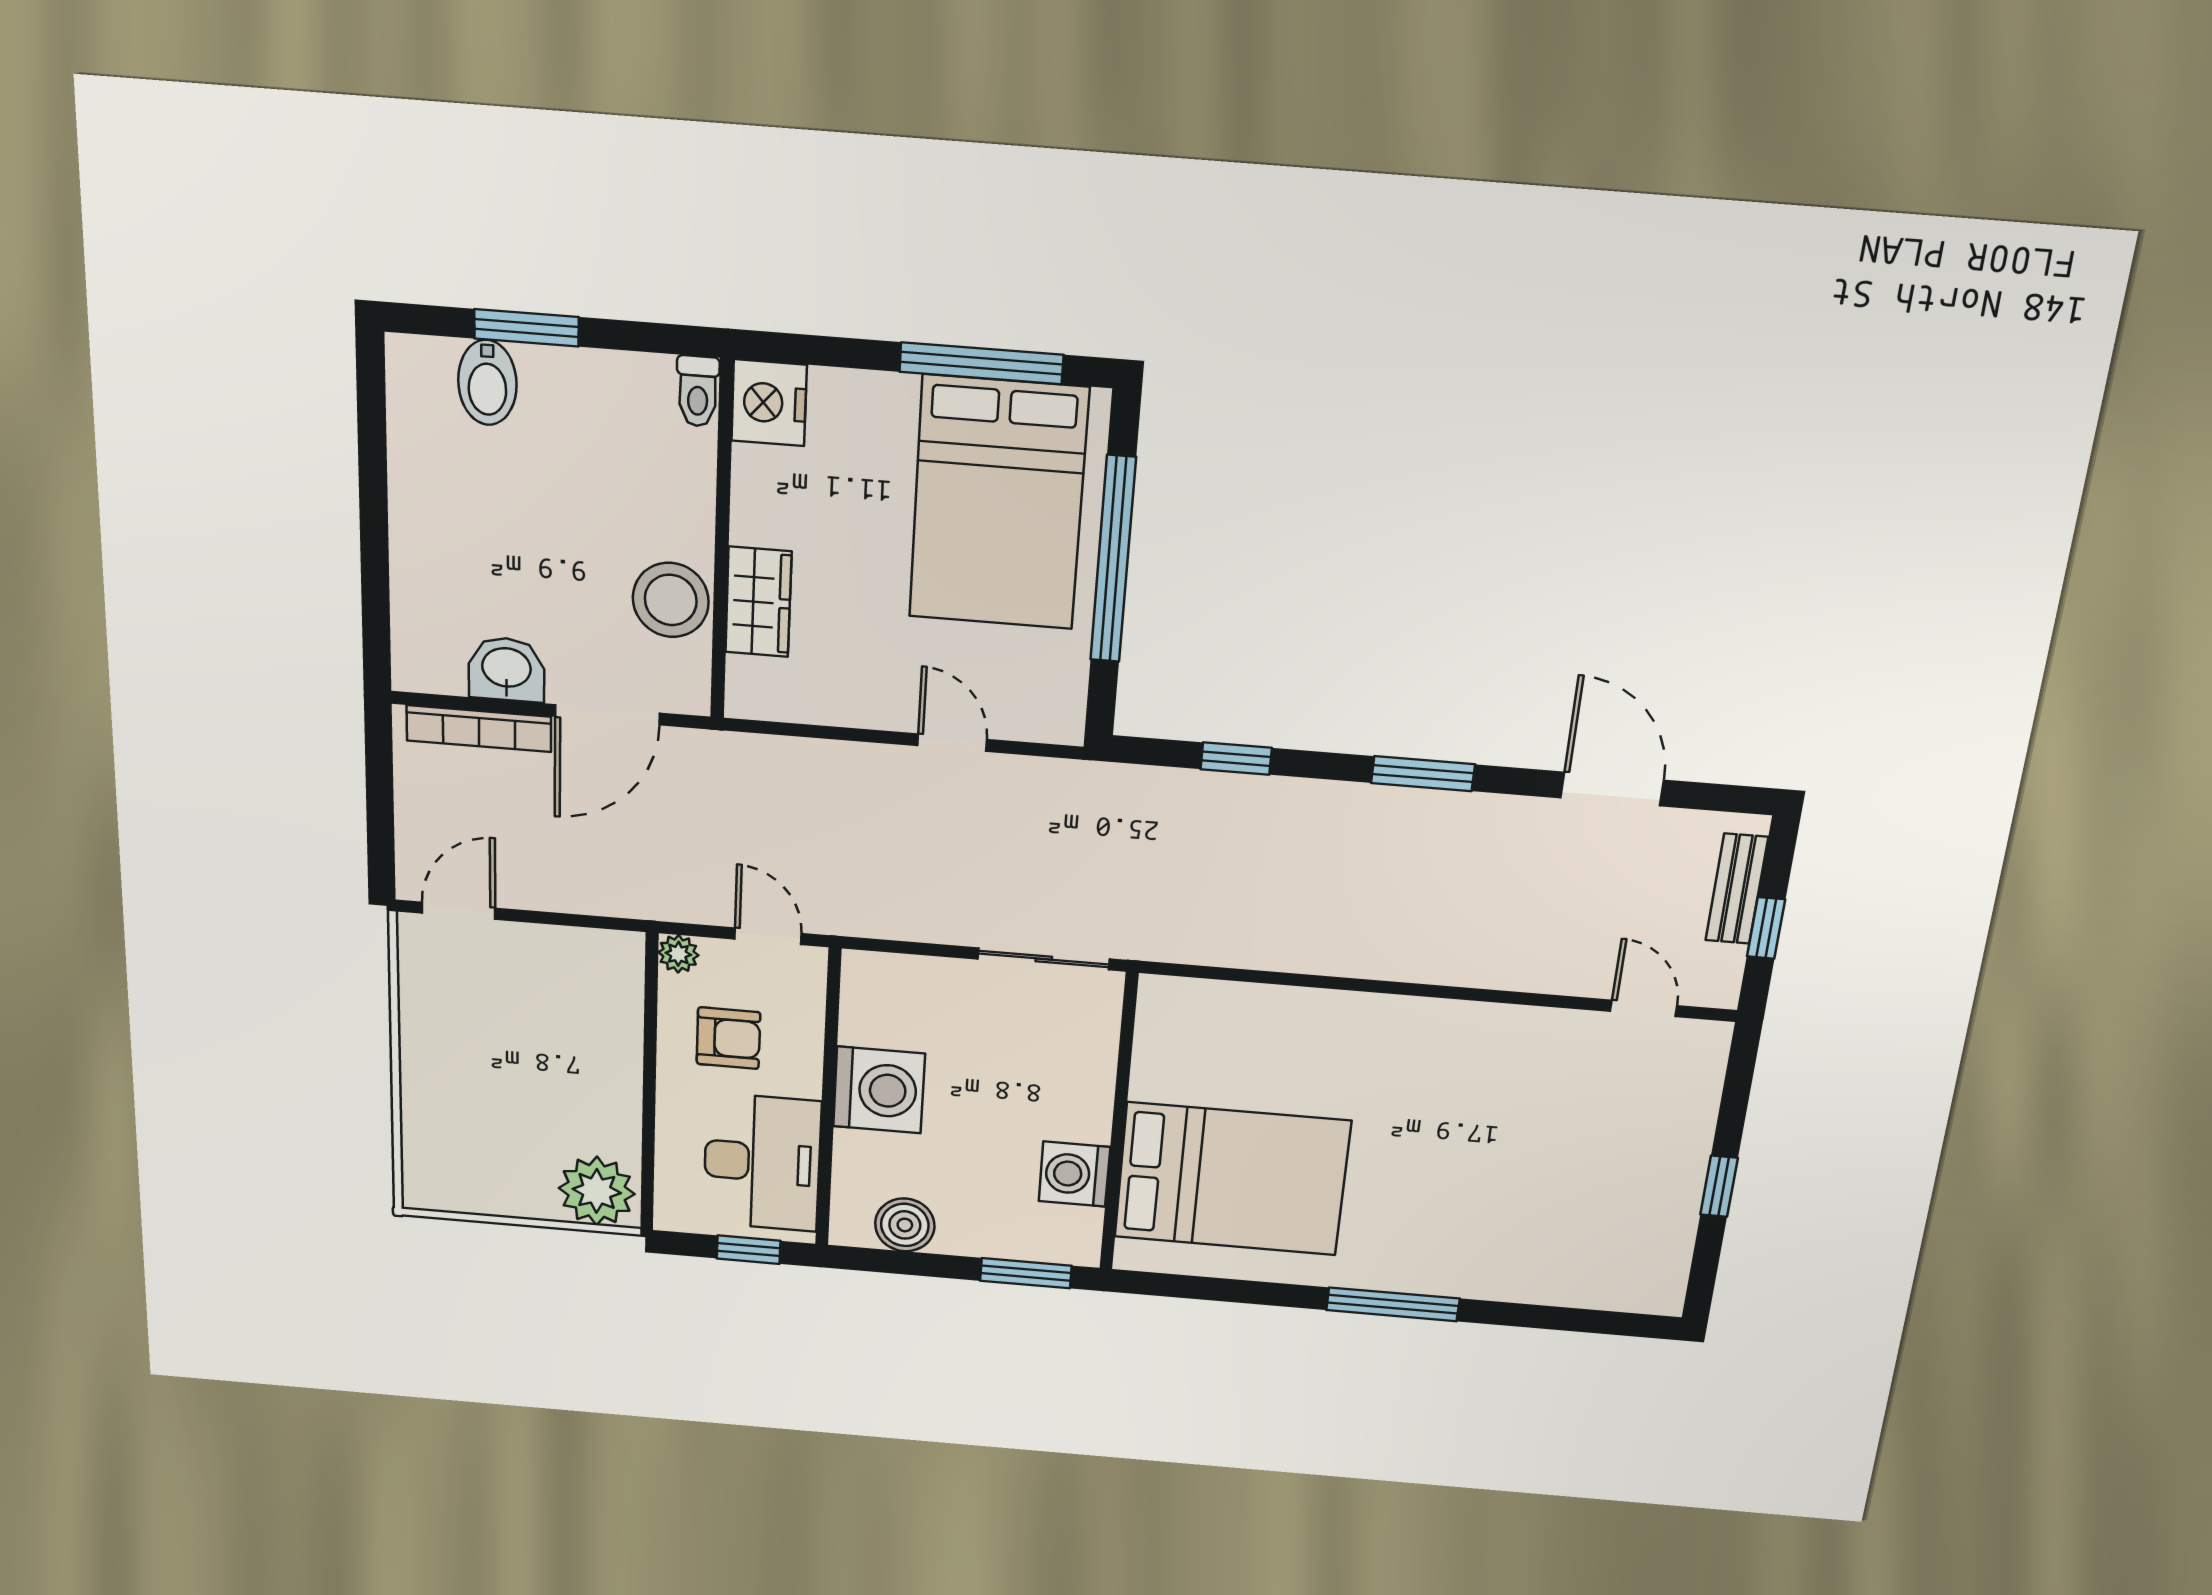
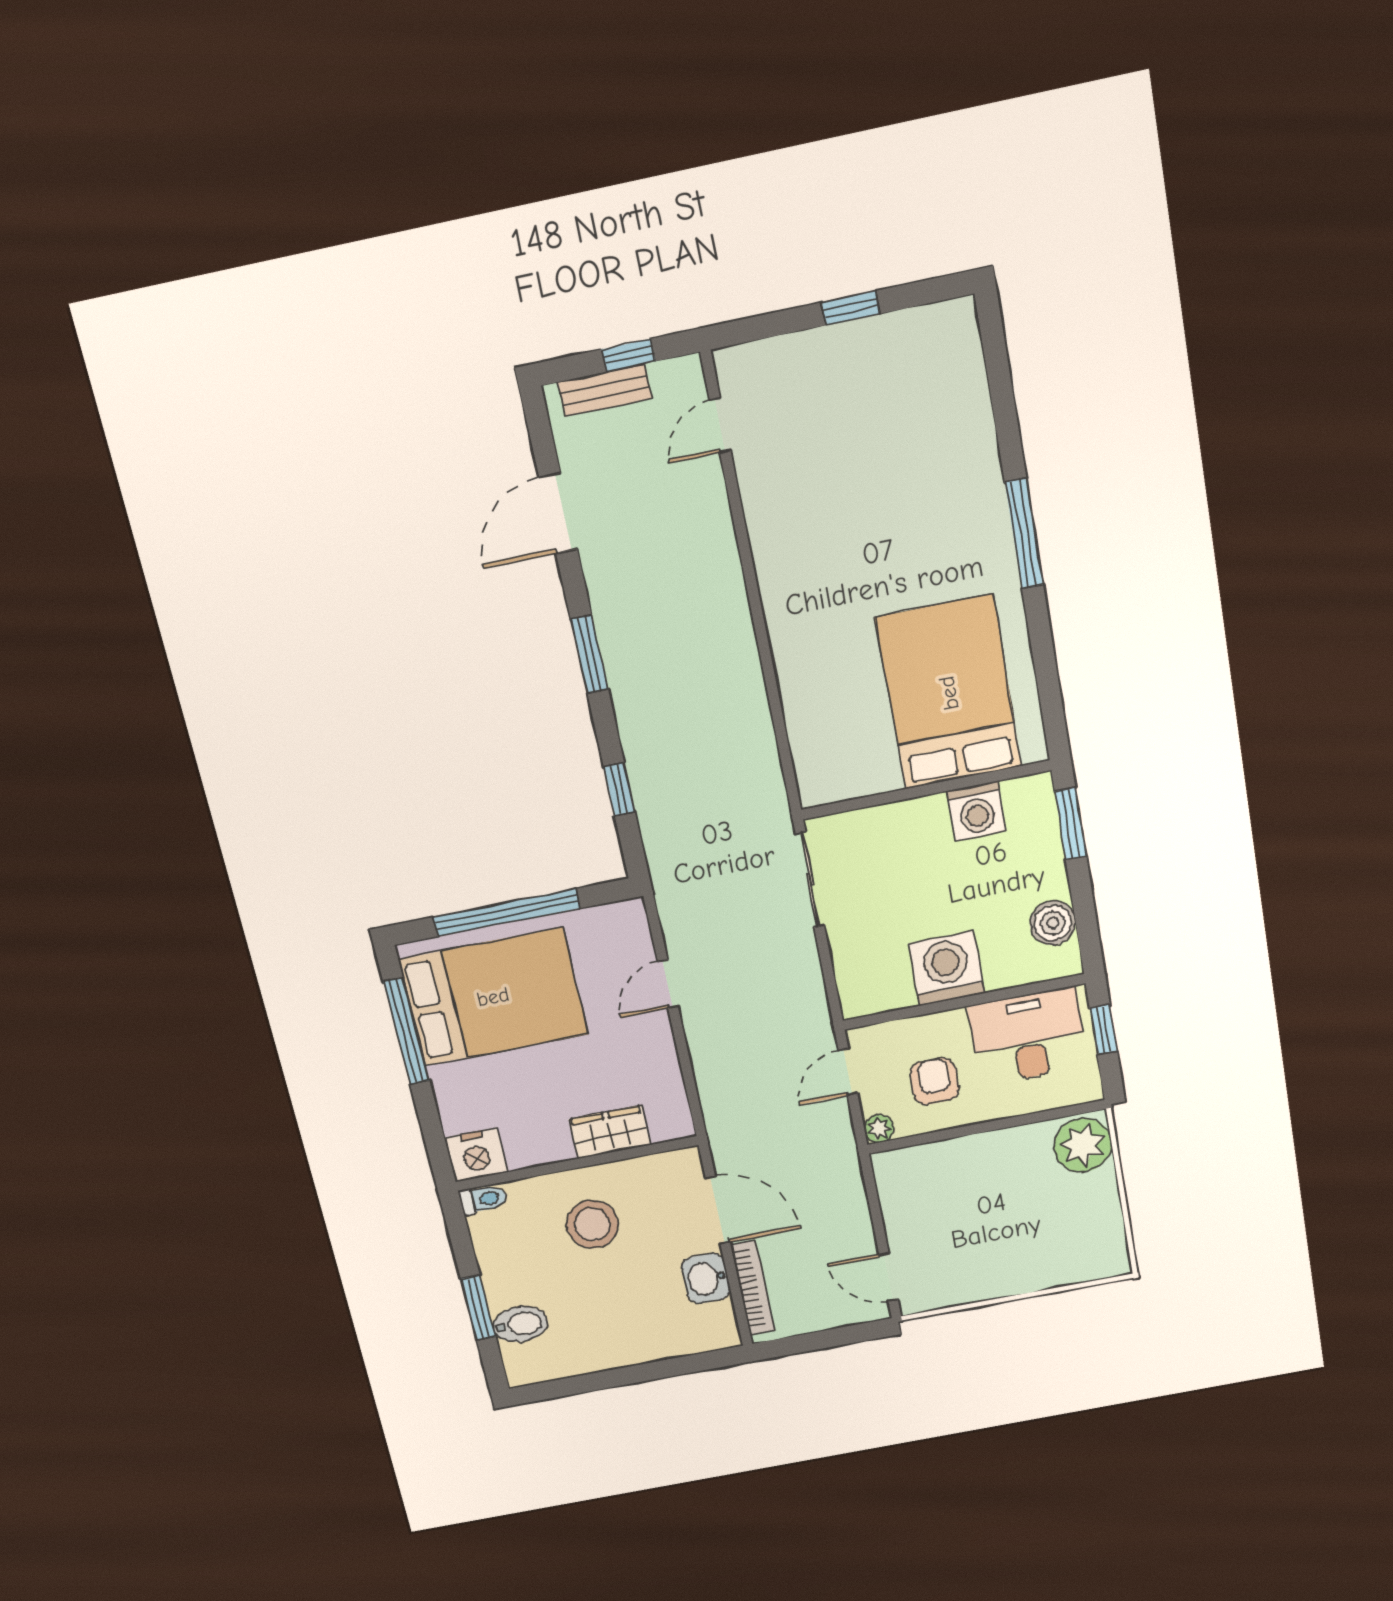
stool: (671, 600) -> (592, 1224), moved

